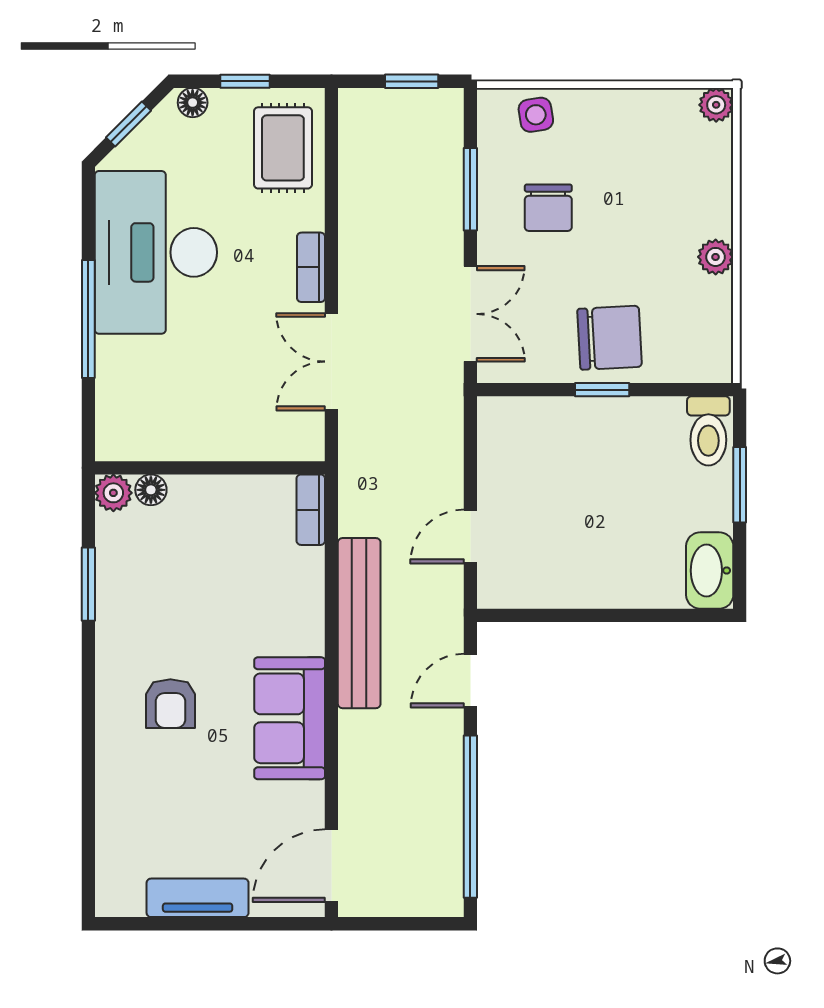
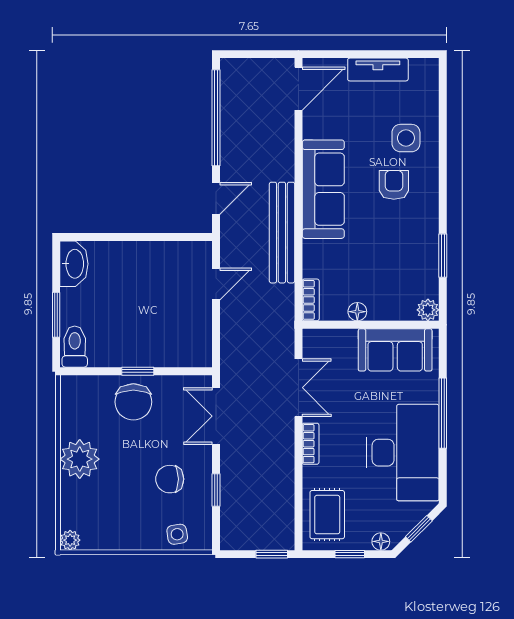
window: (412, 81) -> (272, 554), moved
window: (470, 189) -> (216, 490), width x0.67
chair: (548, 208) -> (170, 479), turned -90
plant: (716, 257) -> (80, 459), width x1.88, depth x1.88
chair: (610, 338) -> (133, 402), turned -87
sofa: (169, 425) -> (395, 350), added
floor lamp: (151, 490) -> (357, 312), moved
sofa: (290, 718) -> (323, 189), width x1.36
side table: (150, 782) -> (406, 138), added

